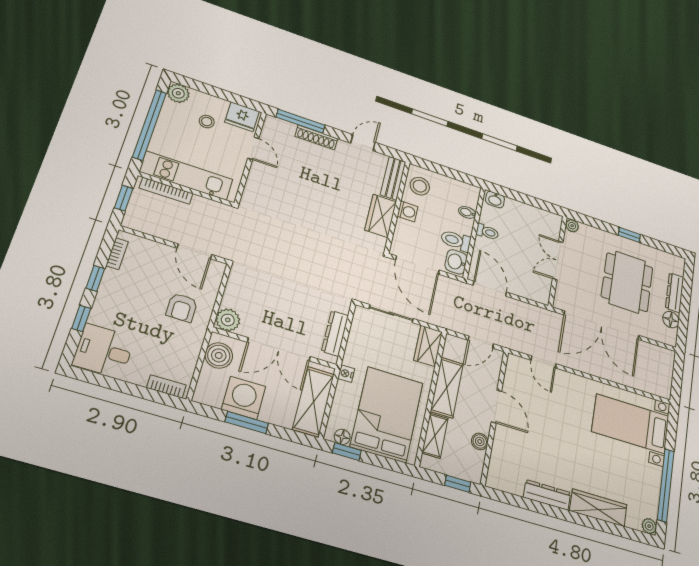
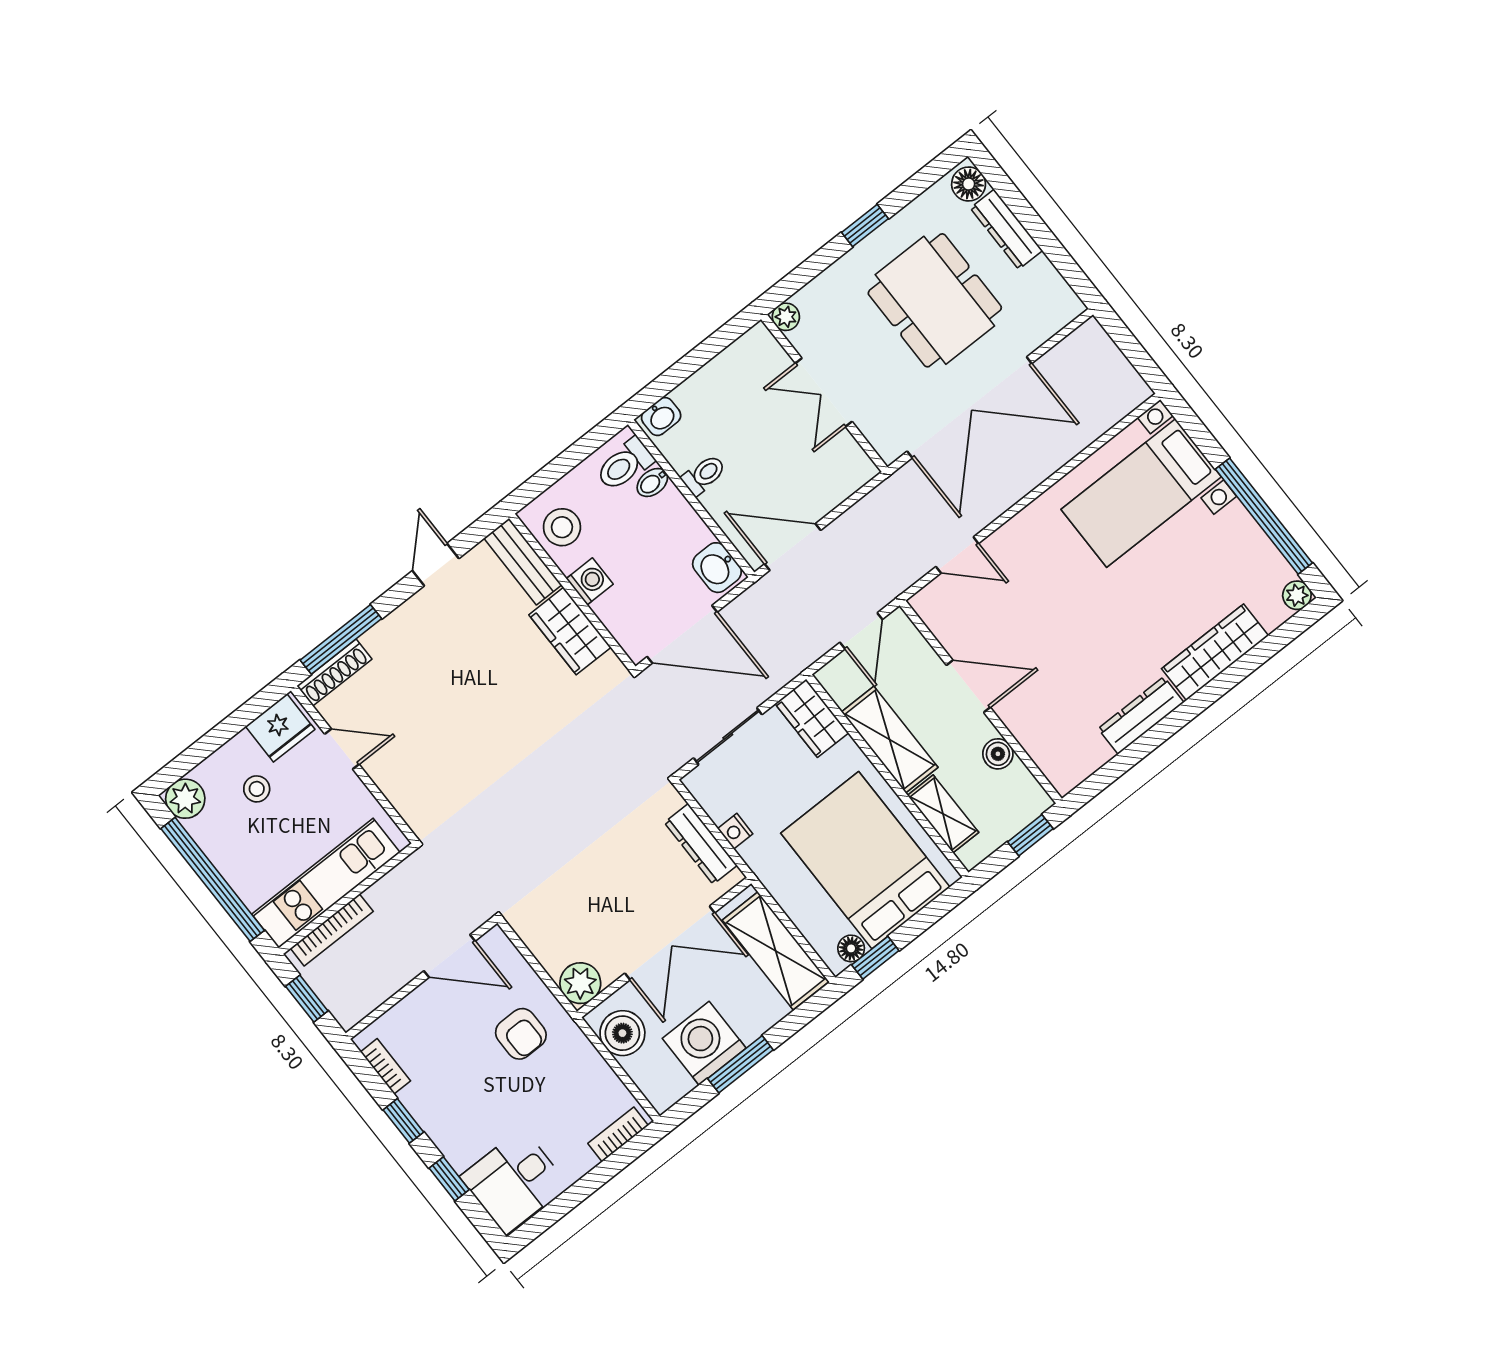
shoe rack: (316, 137) -> (334, 672), moved
toilet: (456, 241) -> (625, 464), moved
floor lamp: (671, 320) -> (969, 184), moved
nightstand: (346, 374) -> (735, 831), moved

